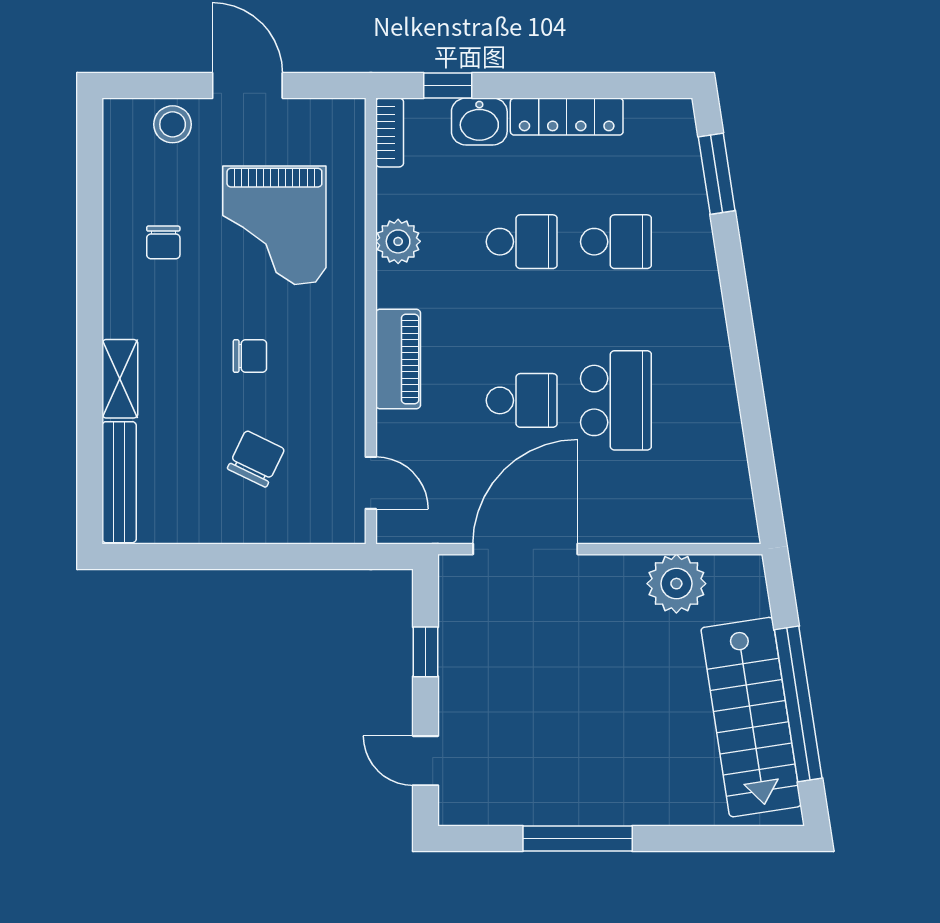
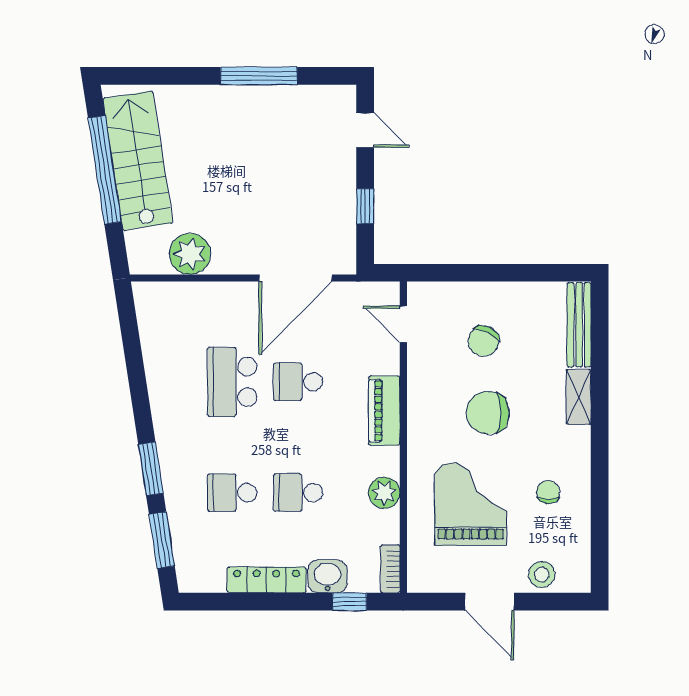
window: (732, 276) -> (151, 469), added
chair: (250, 356) -> (488, 413), width x1.87, depth x1.87

